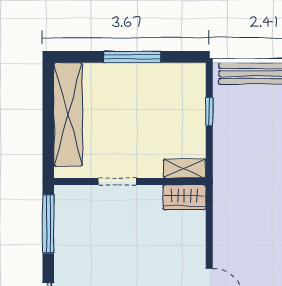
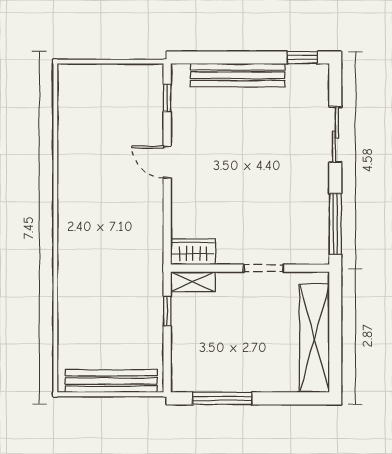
window: (132, 57) -> (222, 398), moved
window: (209, 112) -> (167, 311), moved

